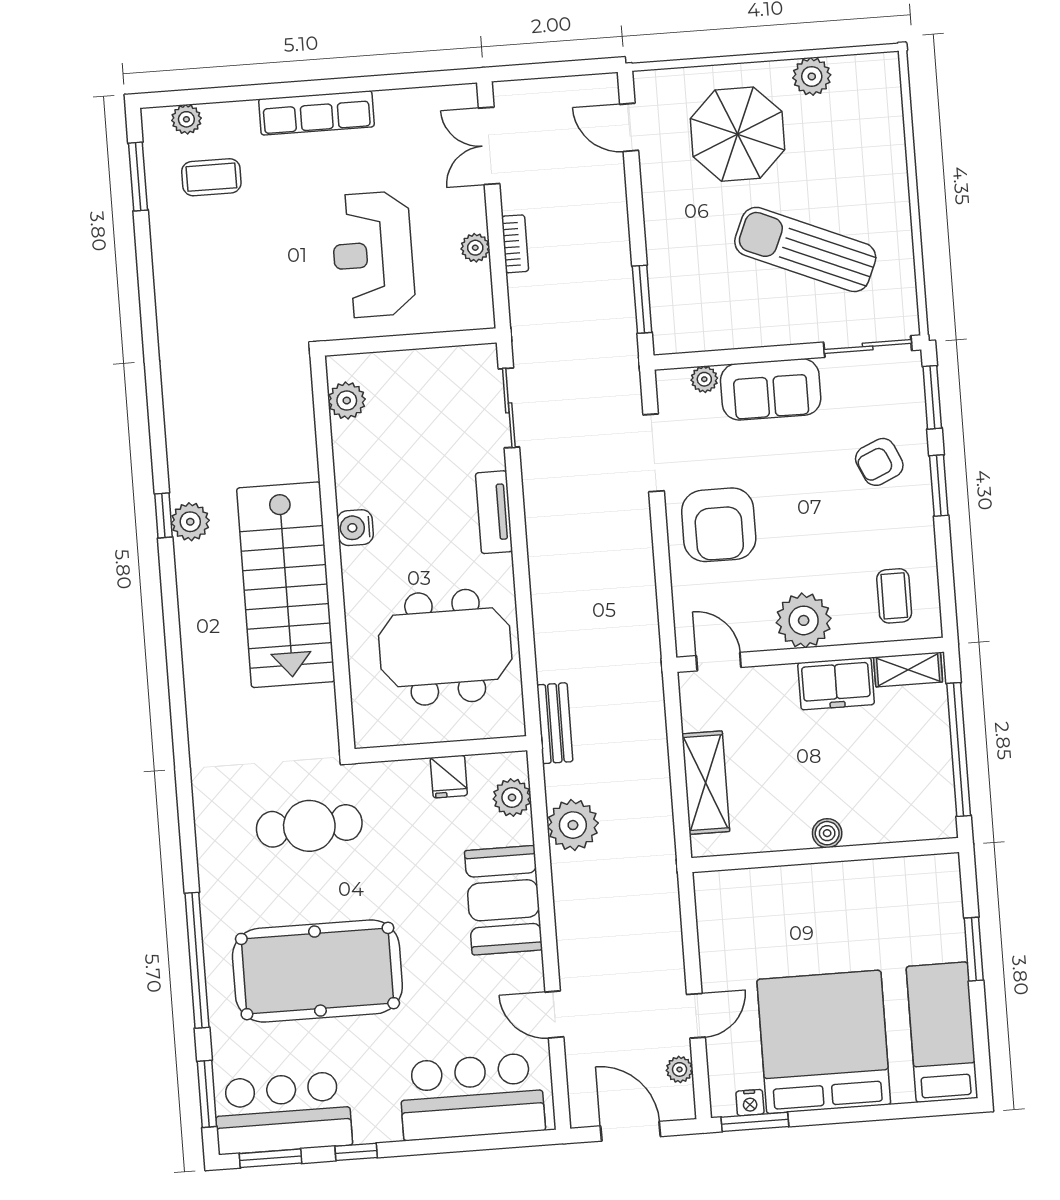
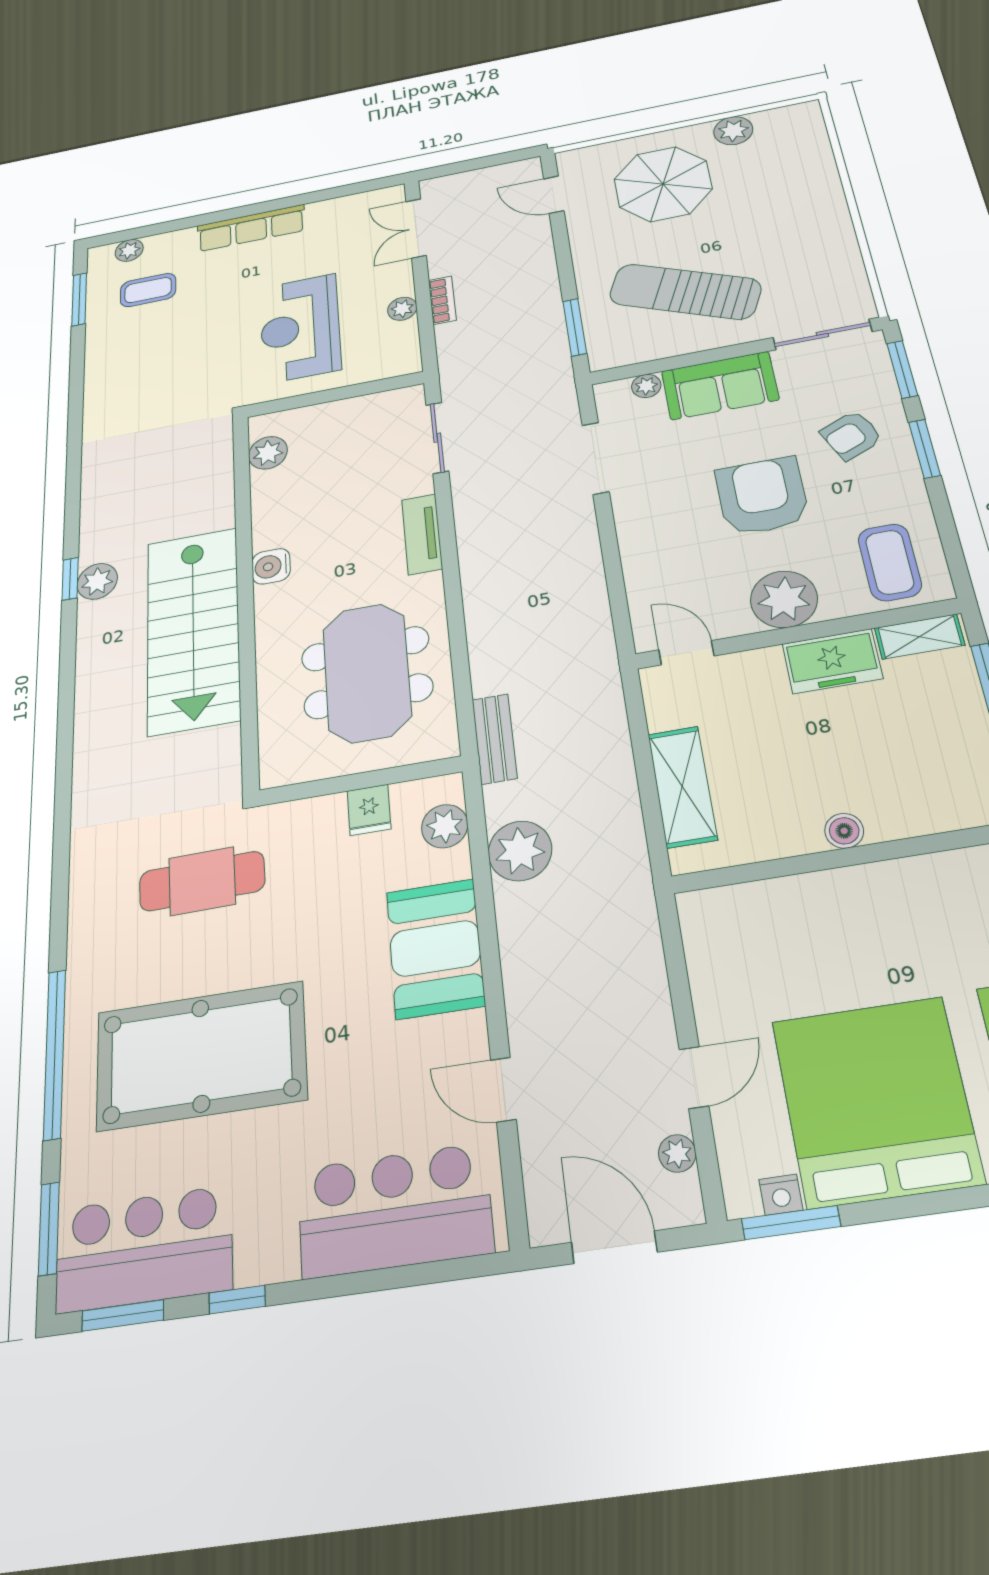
sun lounger: (805, 249) -> (685, 292), moved
armchair: (719, 525) -> (762, 496), moved, turned 180
coffee table: (894, 596) -> (890, 562), width x1.36, depth x1.30
meeting table: (445, 647) -> (367, 672), turned 90

